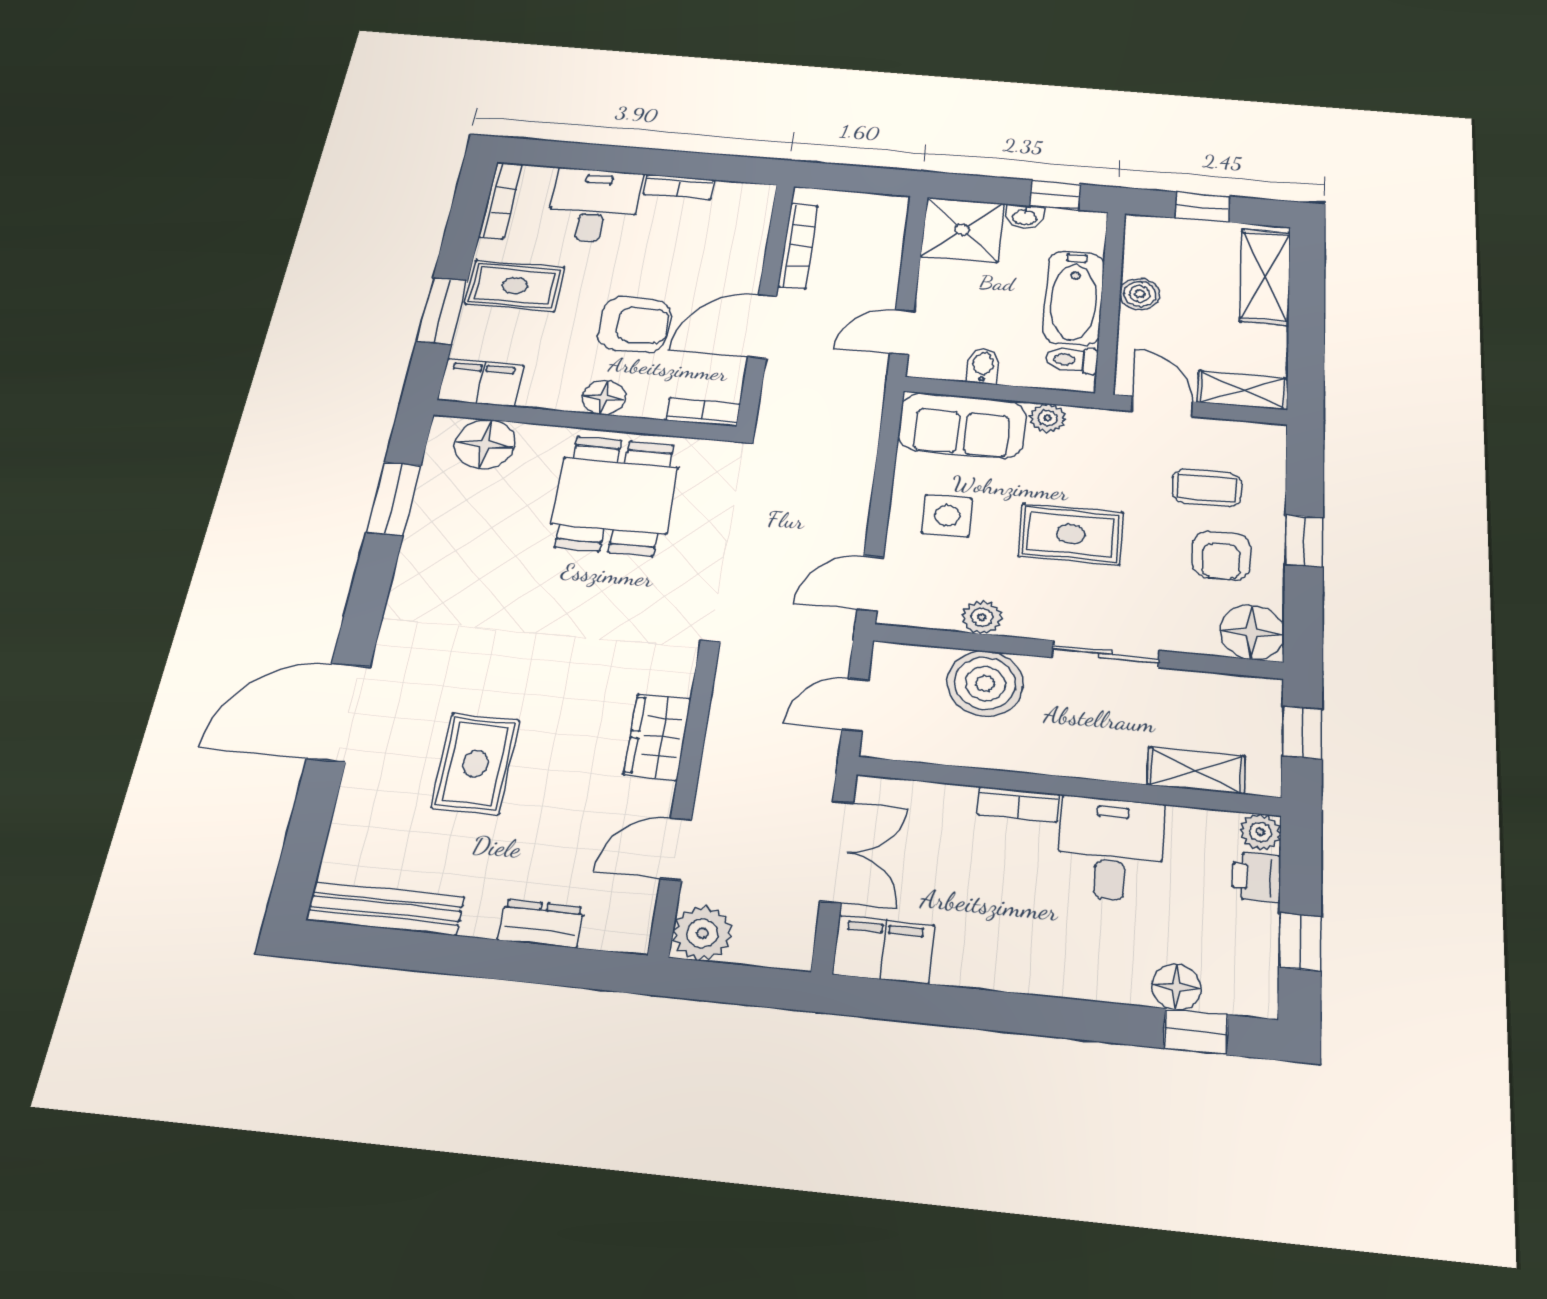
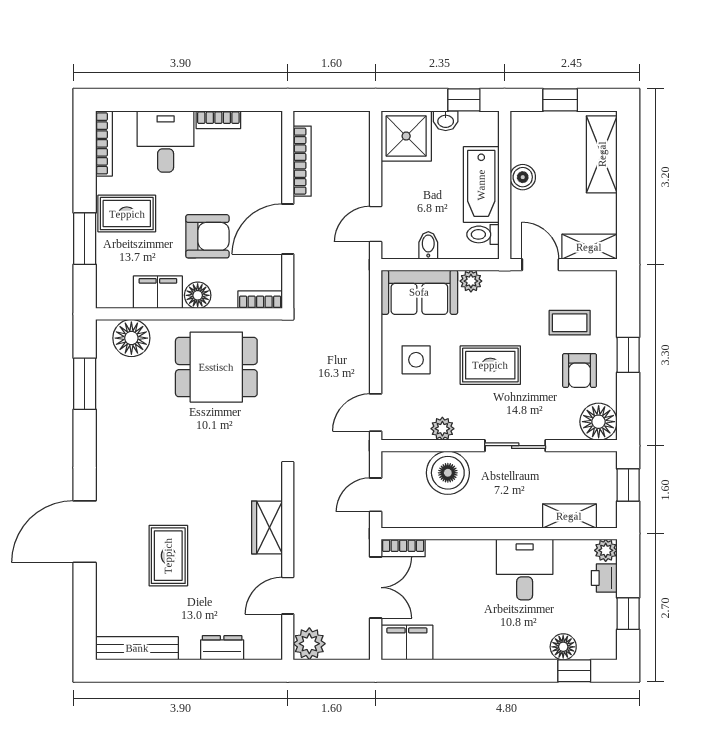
filing cabinet: (481, 383) -> (158, 292), moved
dining table: (615, 496) -> (216, 367), turned 90
bookcase: (1018, 804) -> (403, 548), moved

